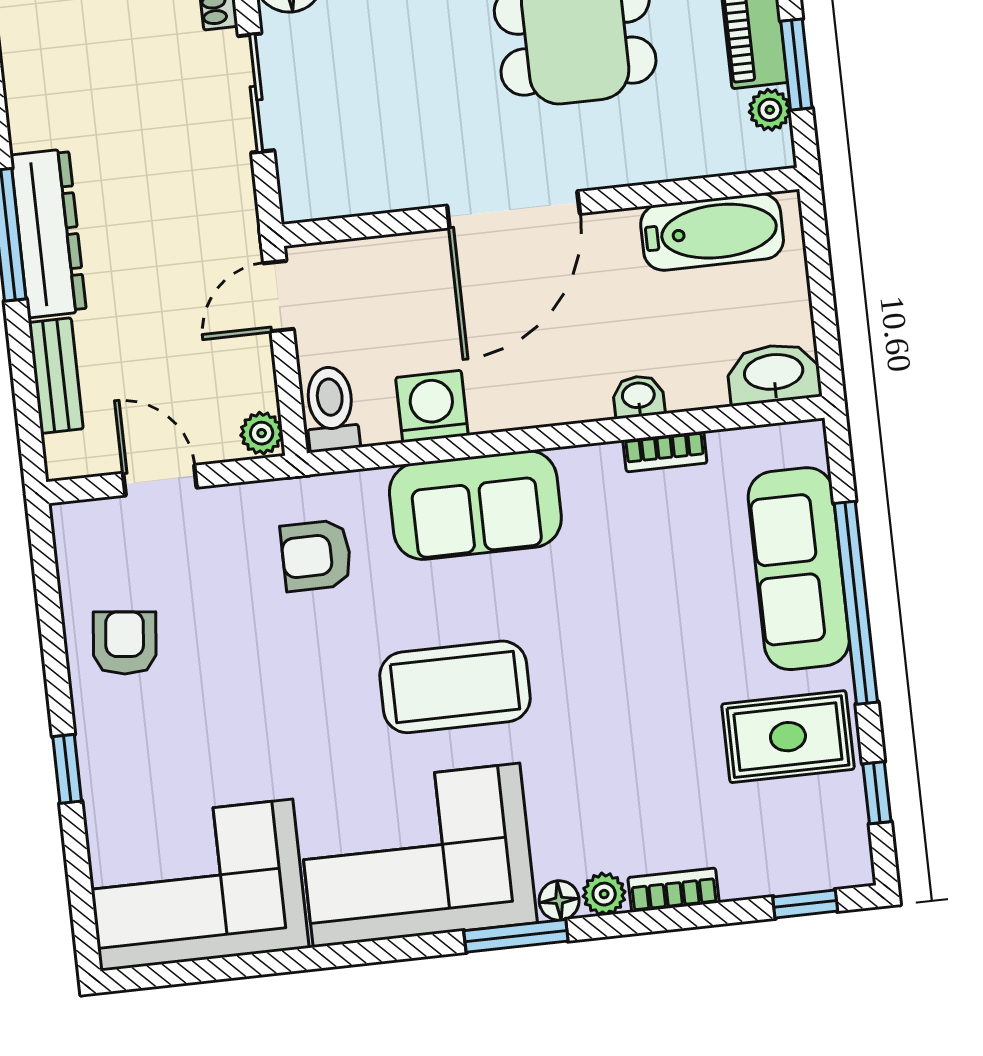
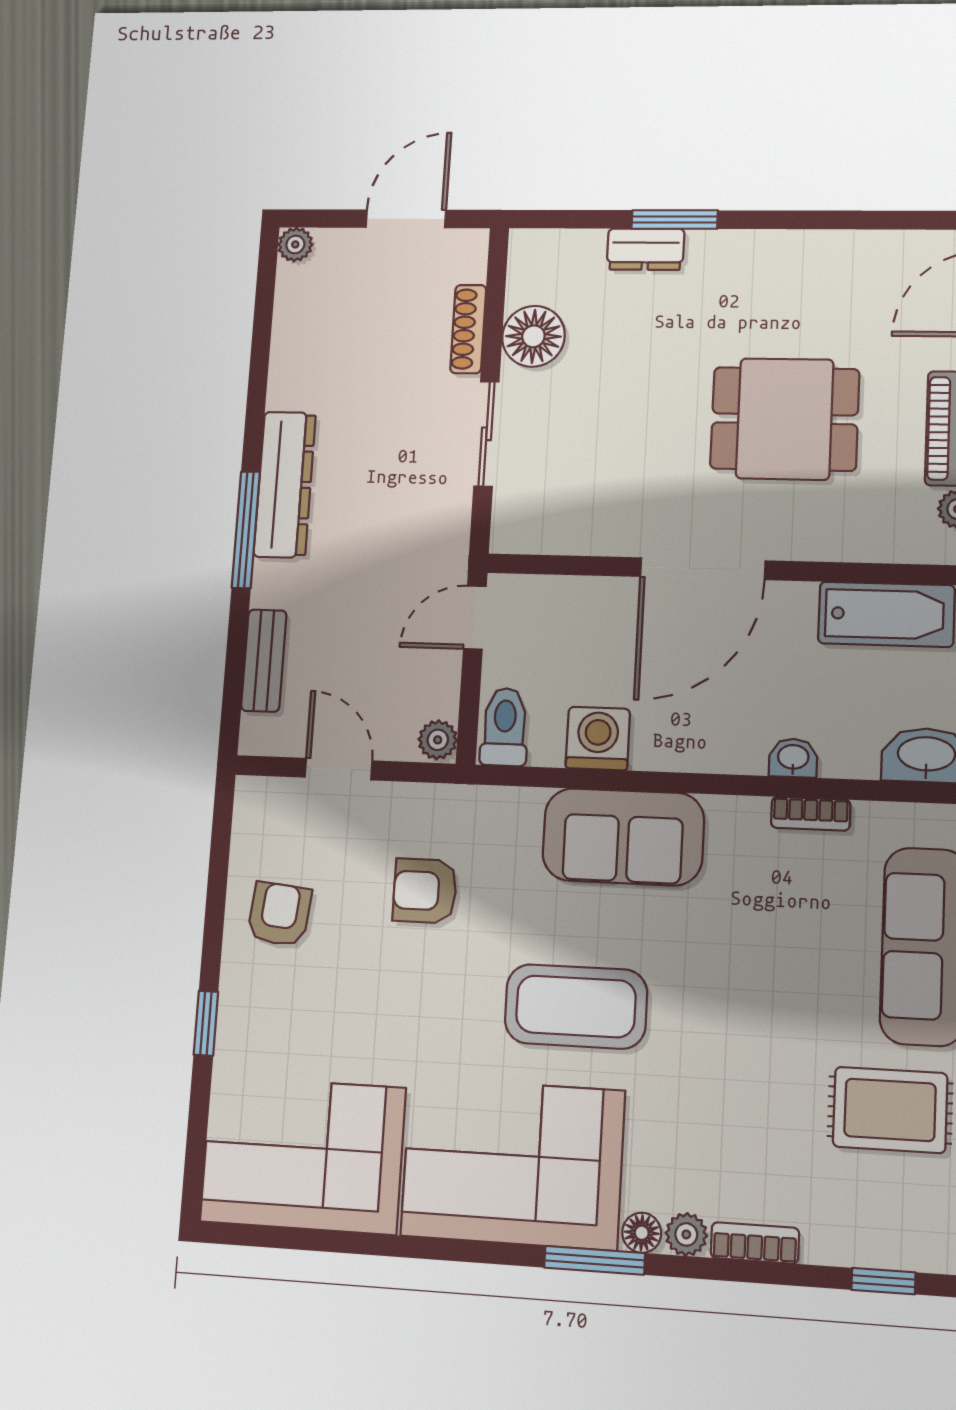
dresser: (48, 233) -> (285, 484), moved
armchair: (316, 555) -> (425, 891), moved

